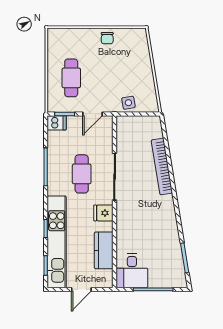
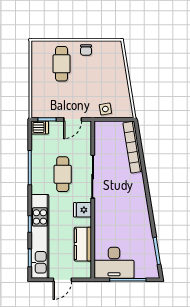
cafe table: (71, 78) -> (62, 64), moved
bookcase: (162, 166) -> (133, 147), moved
desk: (132, 271) -> (114, 263), width x1.37

